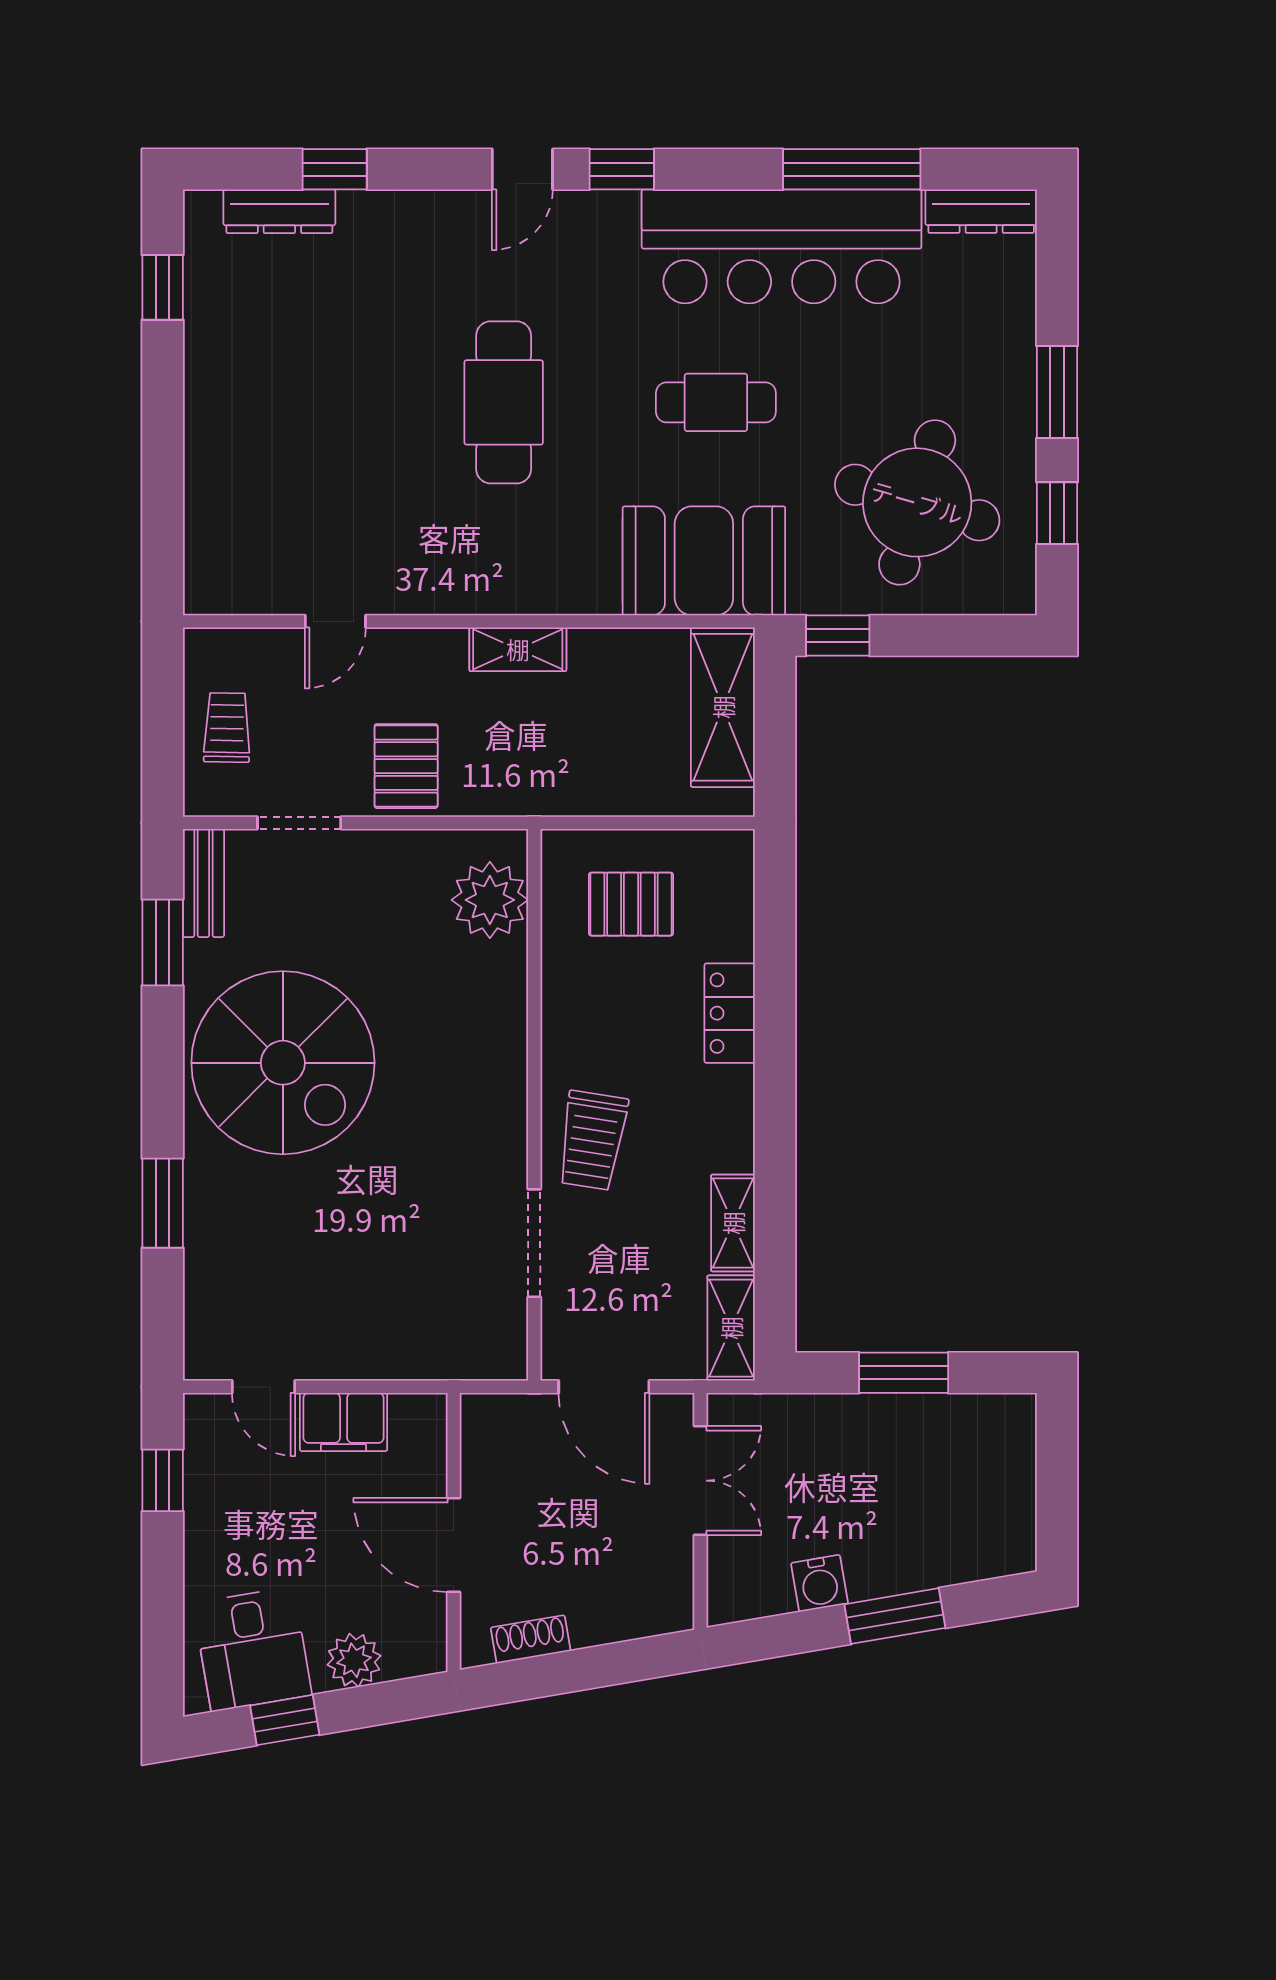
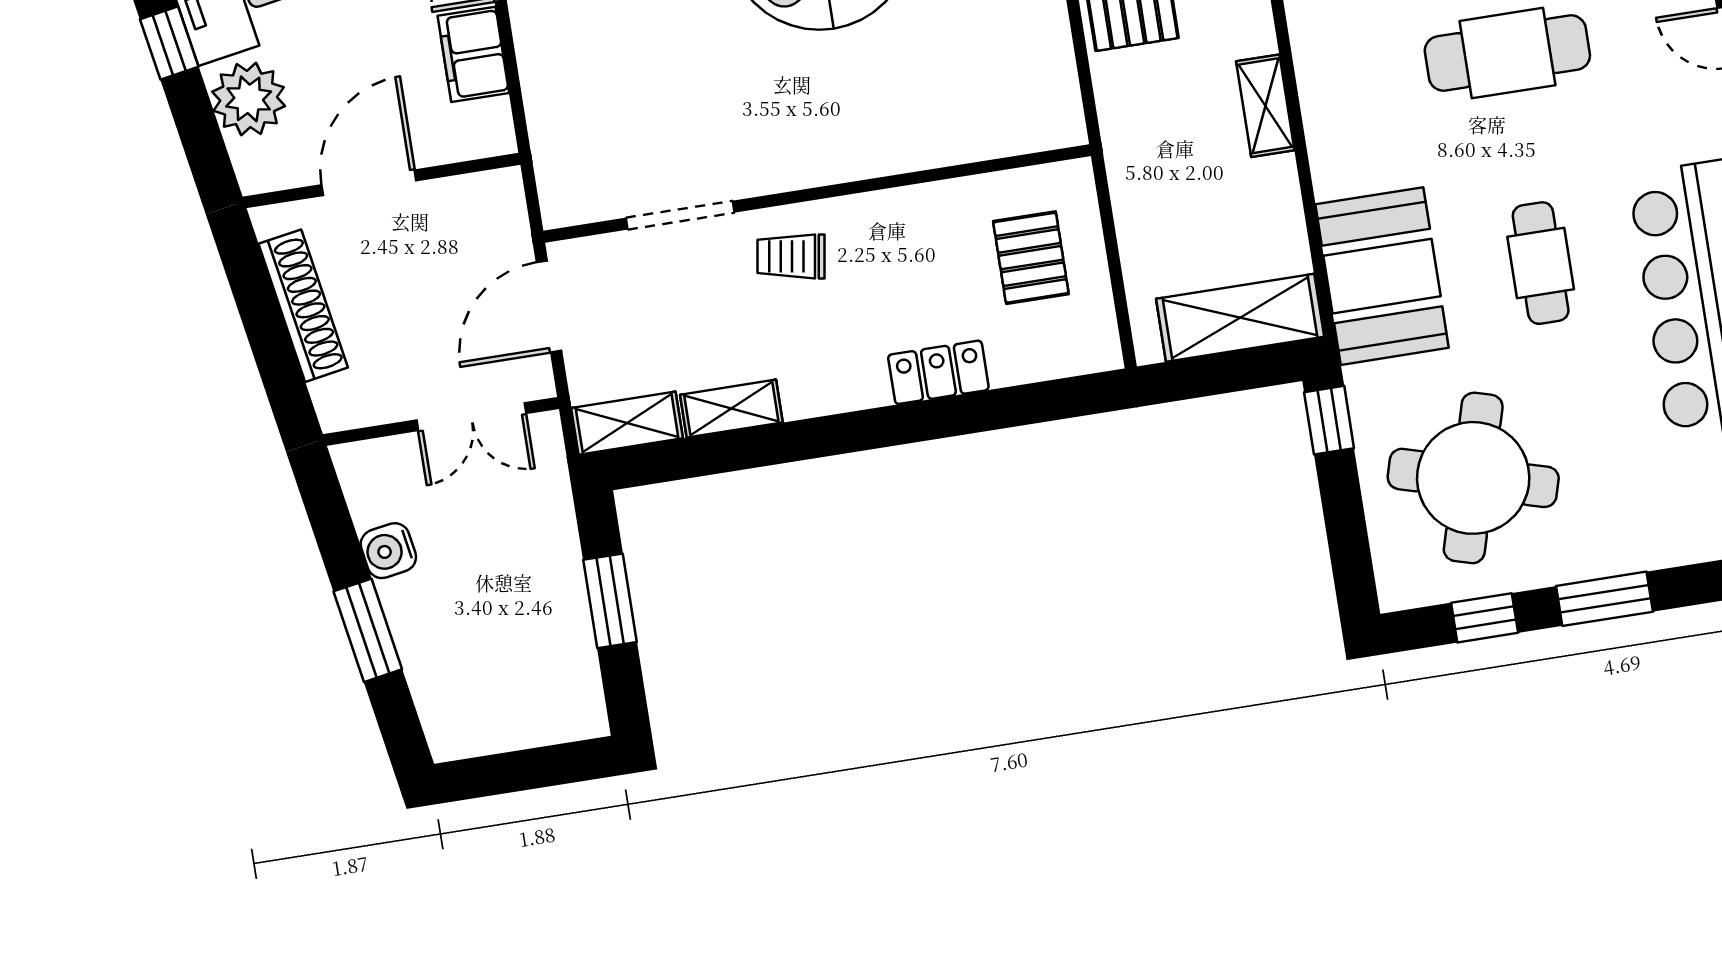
plant: (490, 900) -> (1013, 117), removed
trolley: (592, 1140) -> (791, 256), width x0.73, depth x0.72
shoe rack: (531, 1639) -> (303, 306), width x1.94, depth x1.24
plant: (354, 1660) -> (249, 99), width x1.36, depth x1.36

